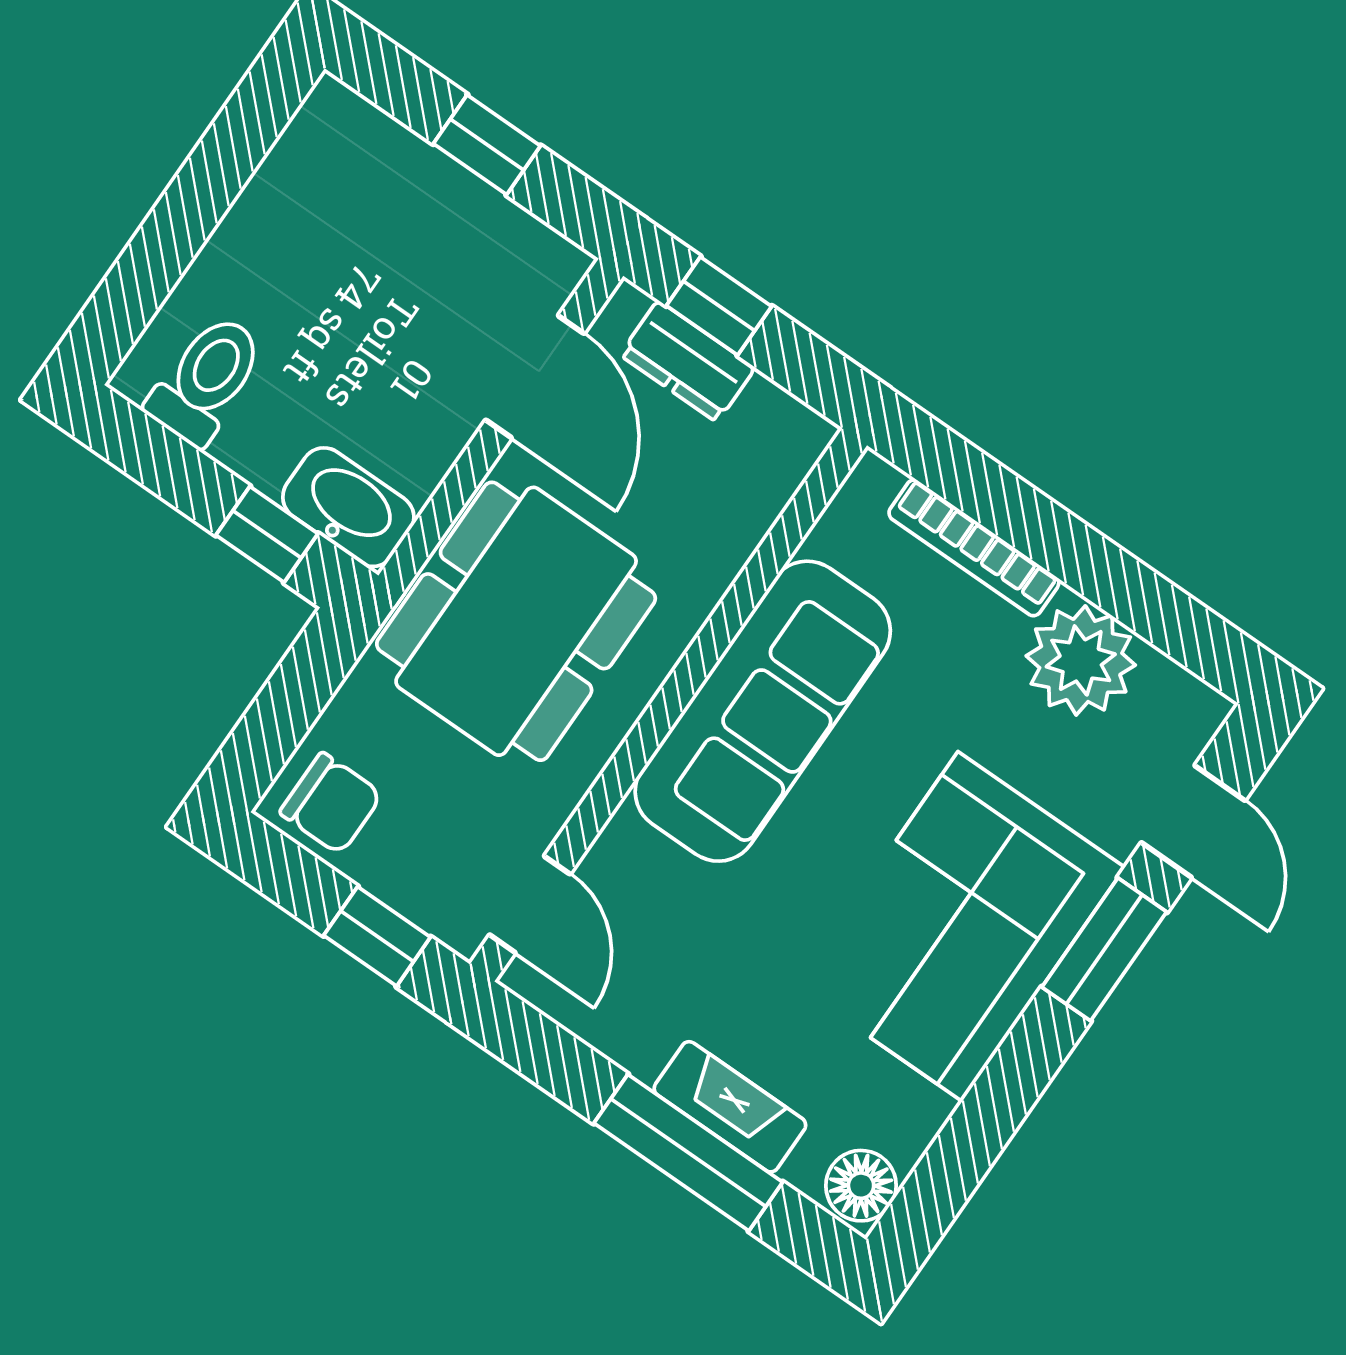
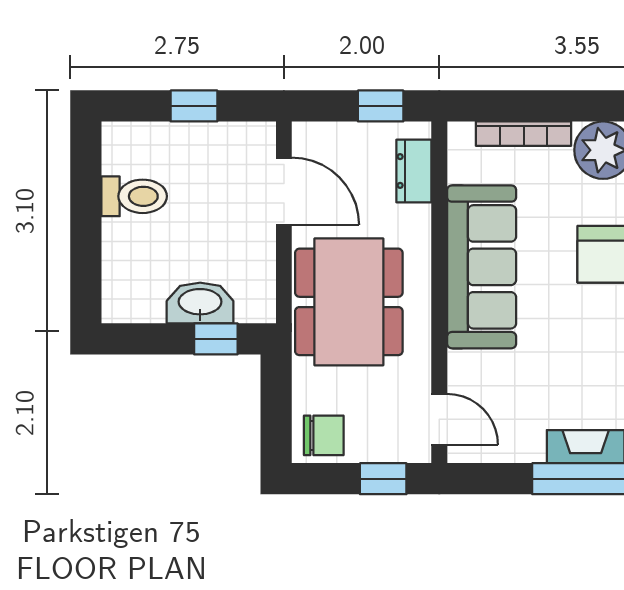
window: (719, 306) -> (381, 106), moved
dresser: (688, 361) -> (414, 171), moved, turned 90
toilet: (206, 380) -> (134, 196), moved, turned 90
washbasin: (348, 507) -> (200, 303), moved

